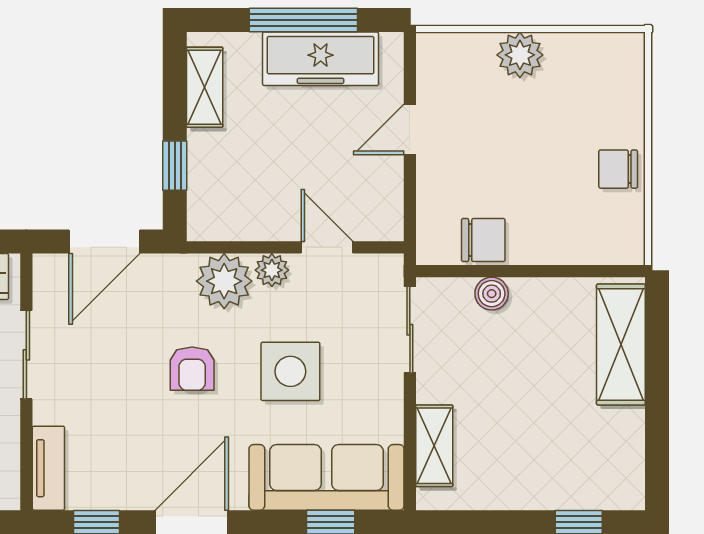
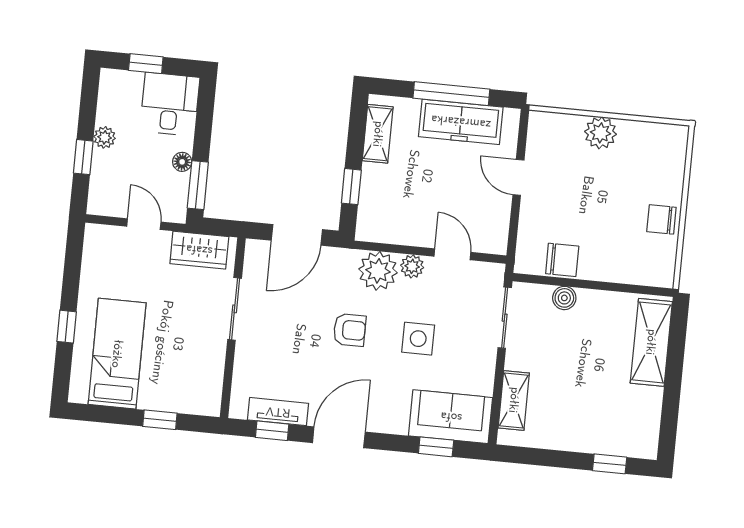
door: (410, 129) -> (518, 177), hinge flipped
armchair: (192, 369) -> (350, 330), turned -90
side table: (290, 371) -> (418, 339), width x0.73, depth x0.73
tv unit: (48, 468) -> (278, 412), moved, turned -90
sofa: (326, 477) -> (451, 417), width x0.73

